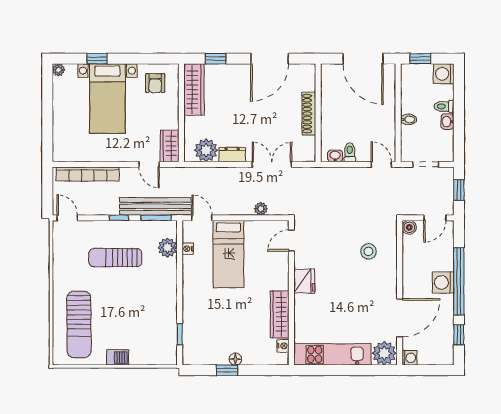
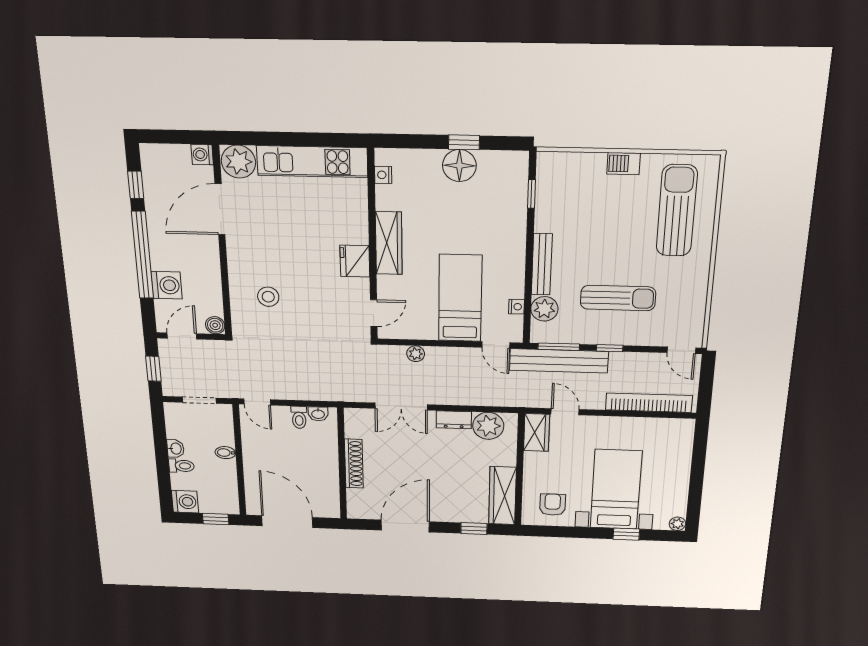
bench: (171, 282) -> (542, 264), added
washing machine: (443, 282) -> (167, 285), moved
wardrobe: (280, 314) -> (389, 243), moved
floor lamp: (235, 359) -> (459, 166), width x1.89, depth x1.89

